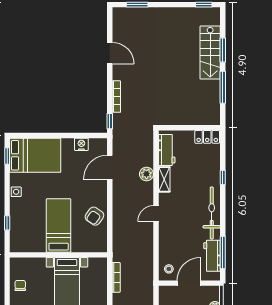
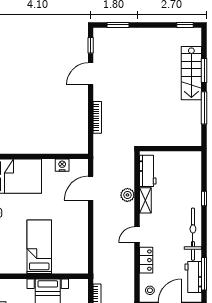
door: (110, 53) -> (91, 74), swing flipped
window: (110, 121) -> (91, 45), moved
locker: (207, 137) -> (146, 260), moved, turned -90
armchair: (94, 216) -> (75, 237), removed

